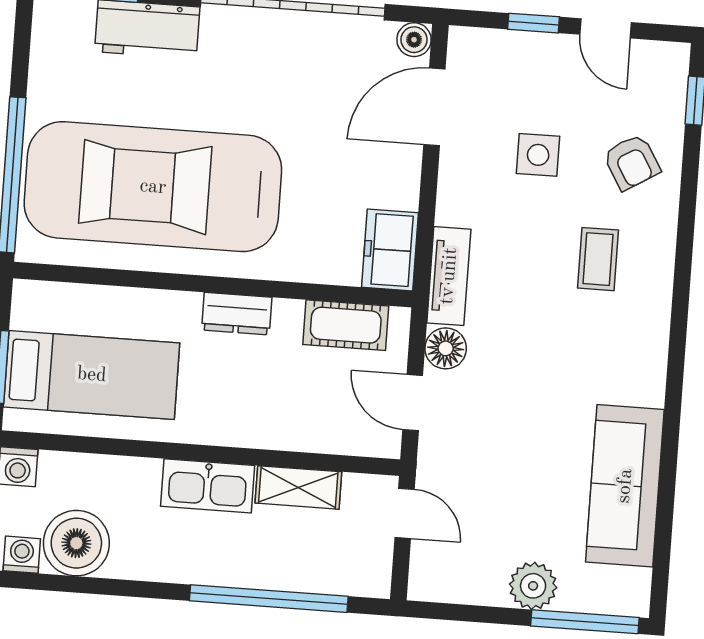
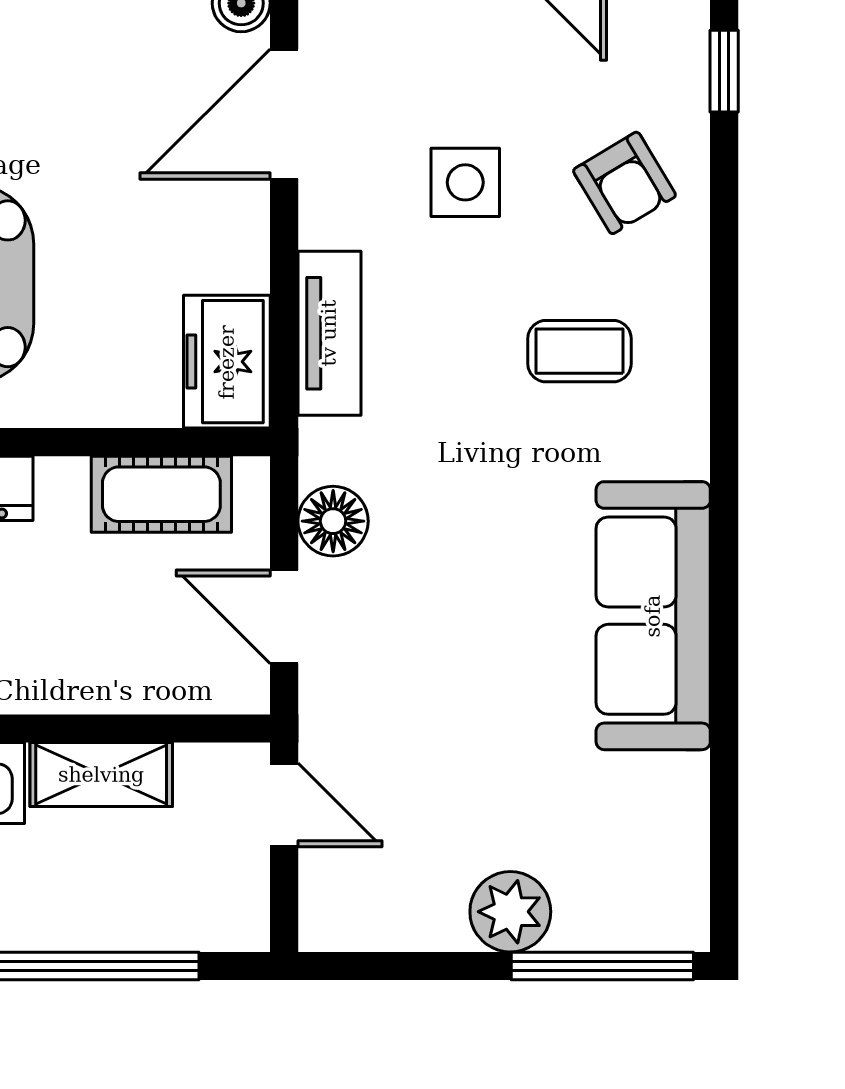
coffee table: (598, 259) -> (579, 351), turned 90
tv unit: (449, 276) -> (329, 333), moved
sofa: (625, 486) -> (653, 616), moved

